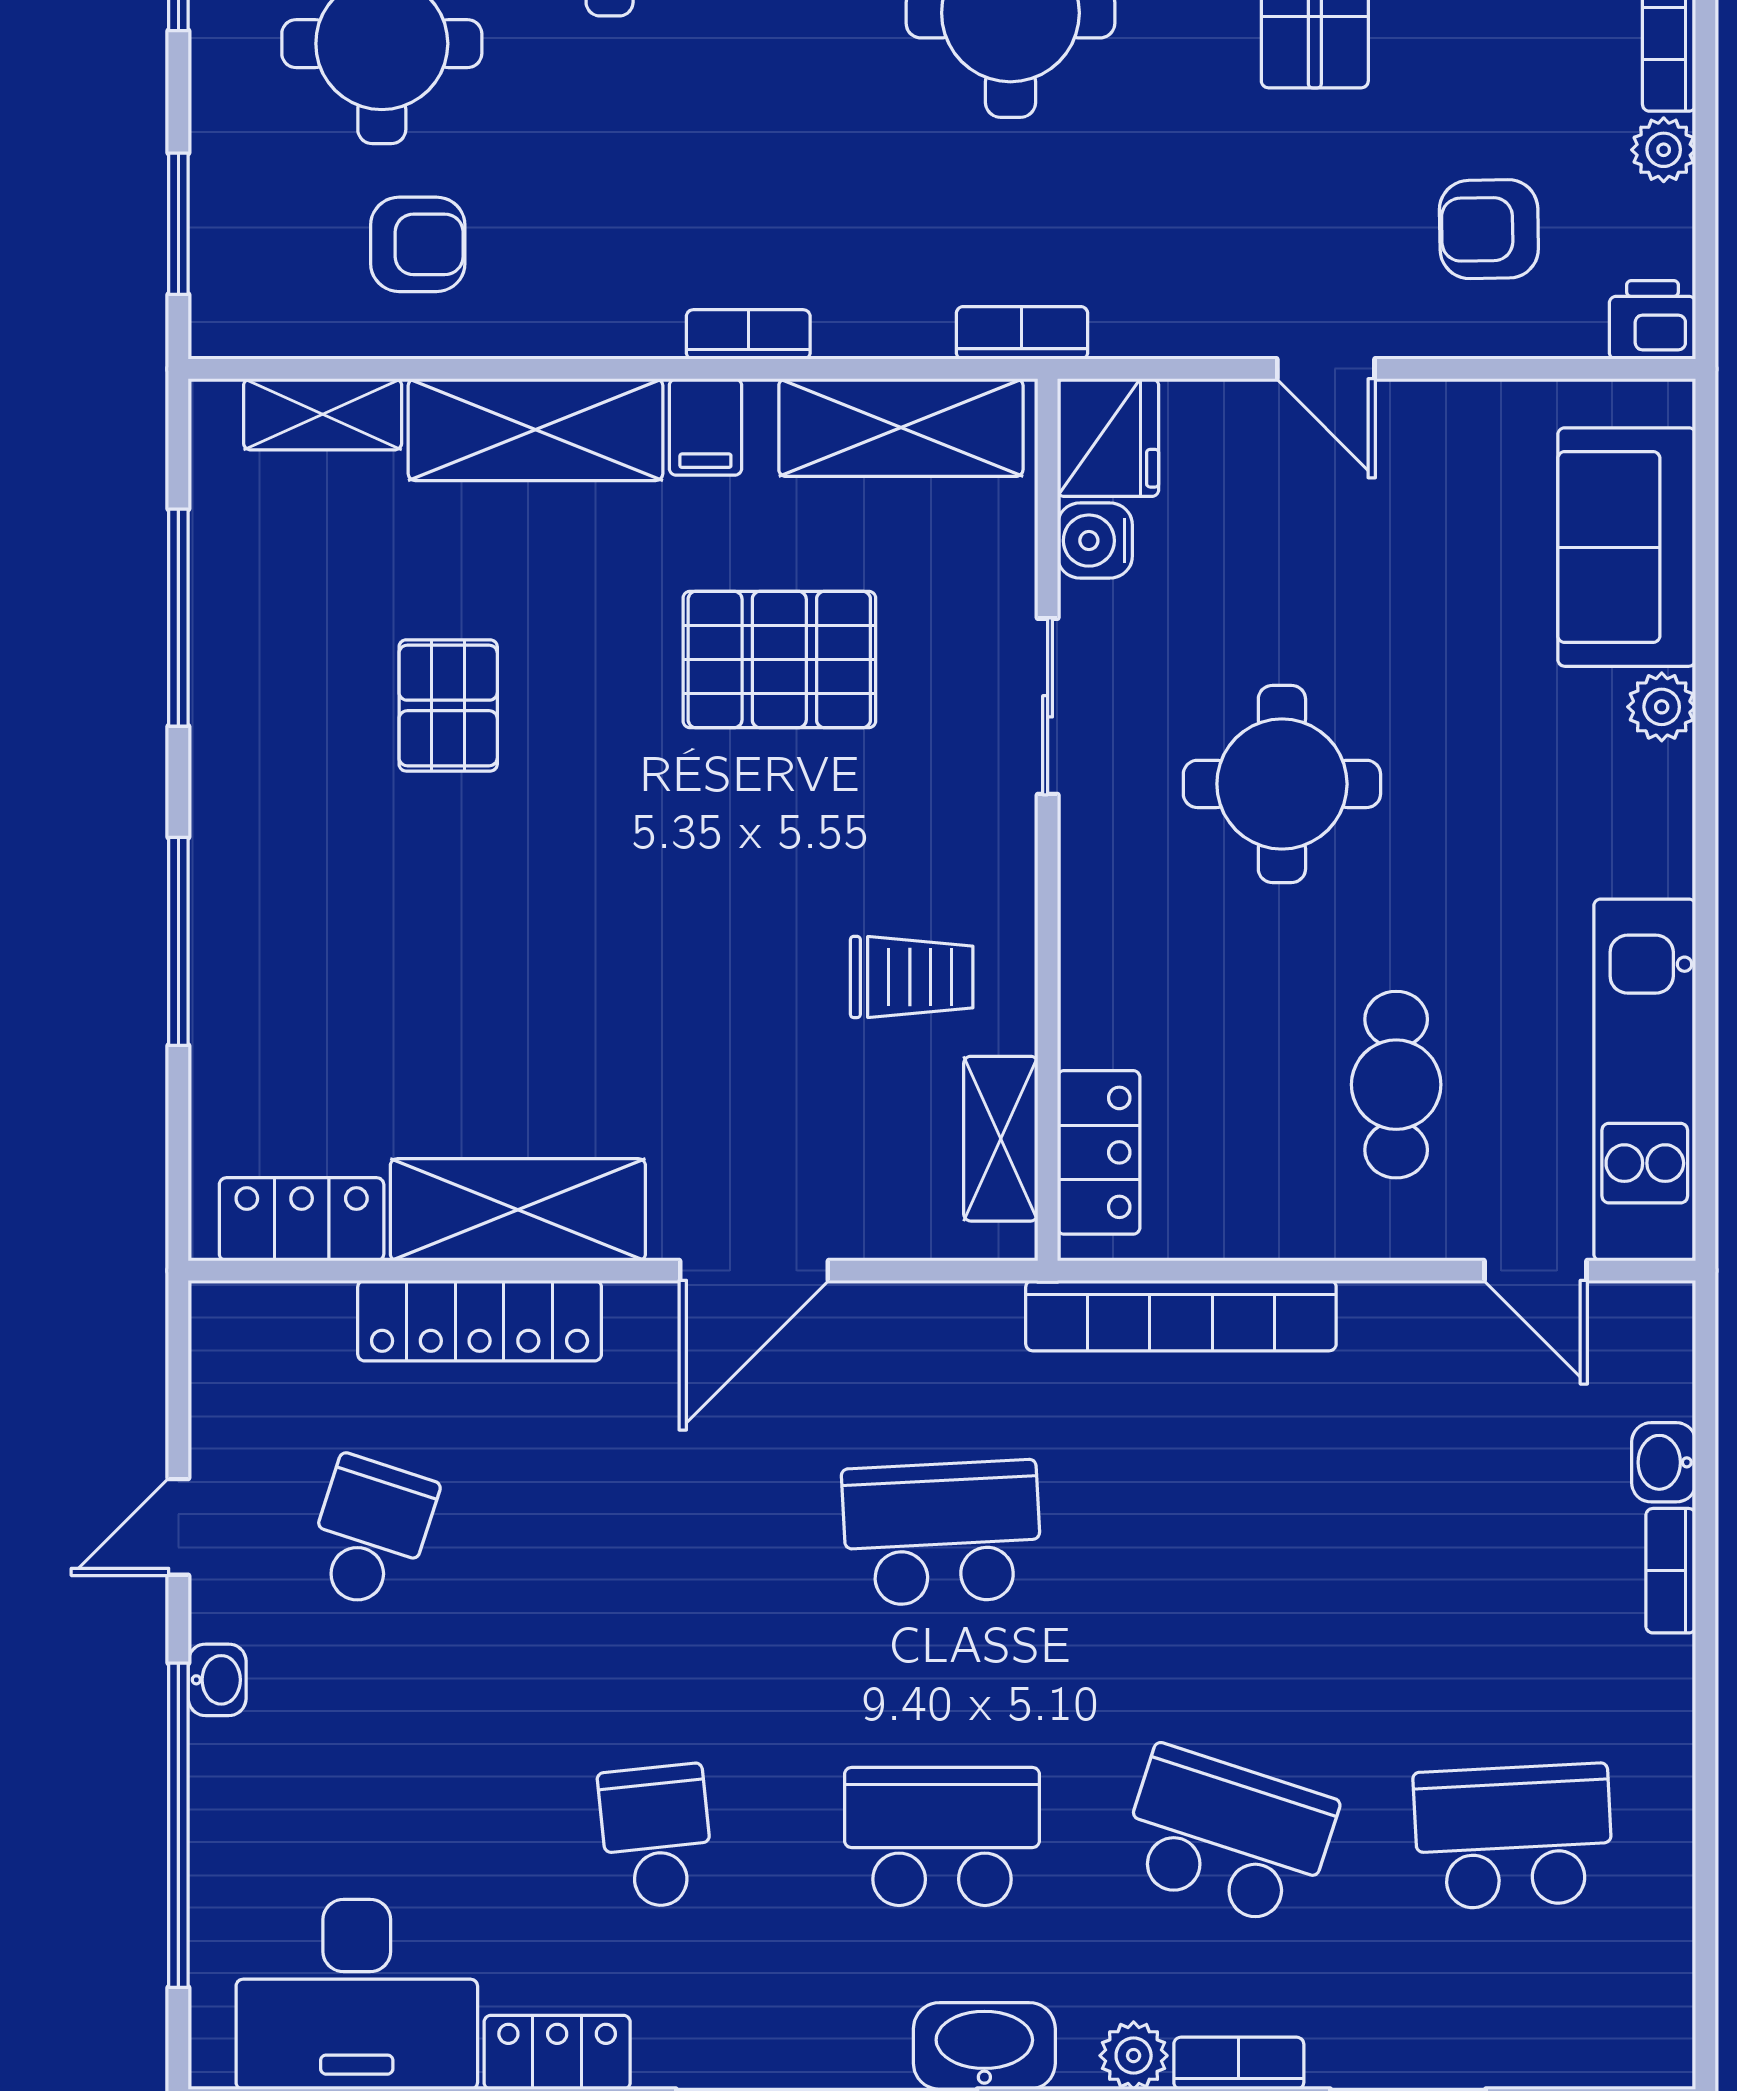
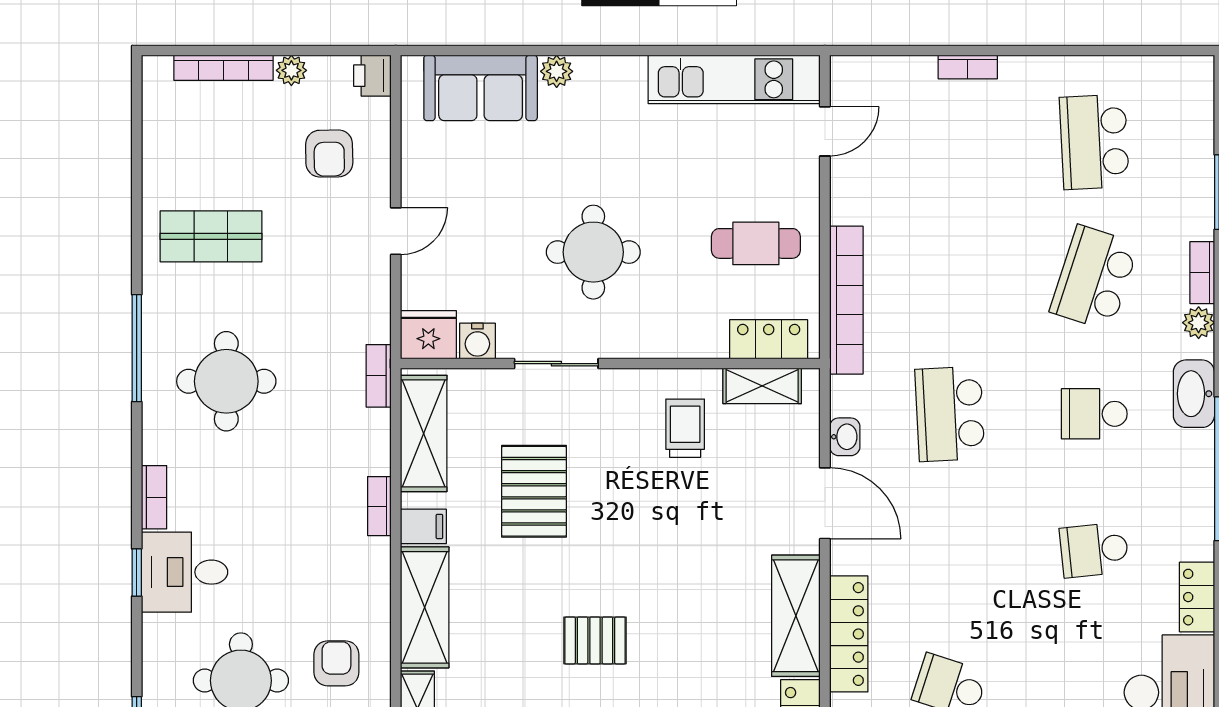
pallet: (448, 705) -> (595, 640), moved
cafe table: (1396, 1085) -> (756, 243), moved
washbasin: (1664, 1462) -> (845, 437), moved, turned -90
school desk: (942, 1836) -> (1094, 414), width x0.54

